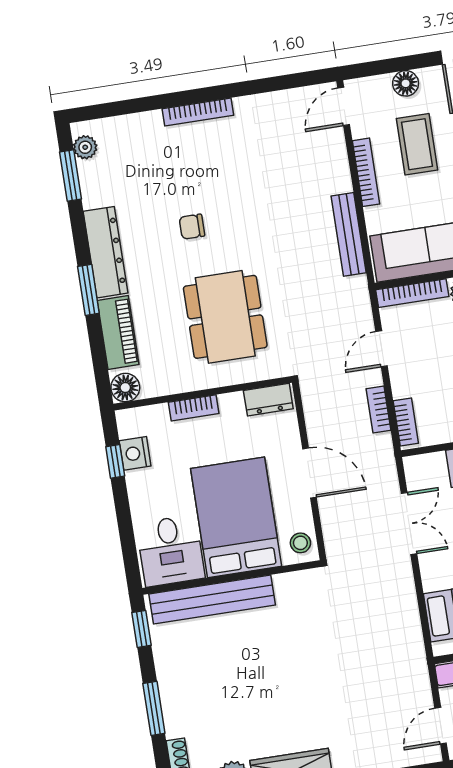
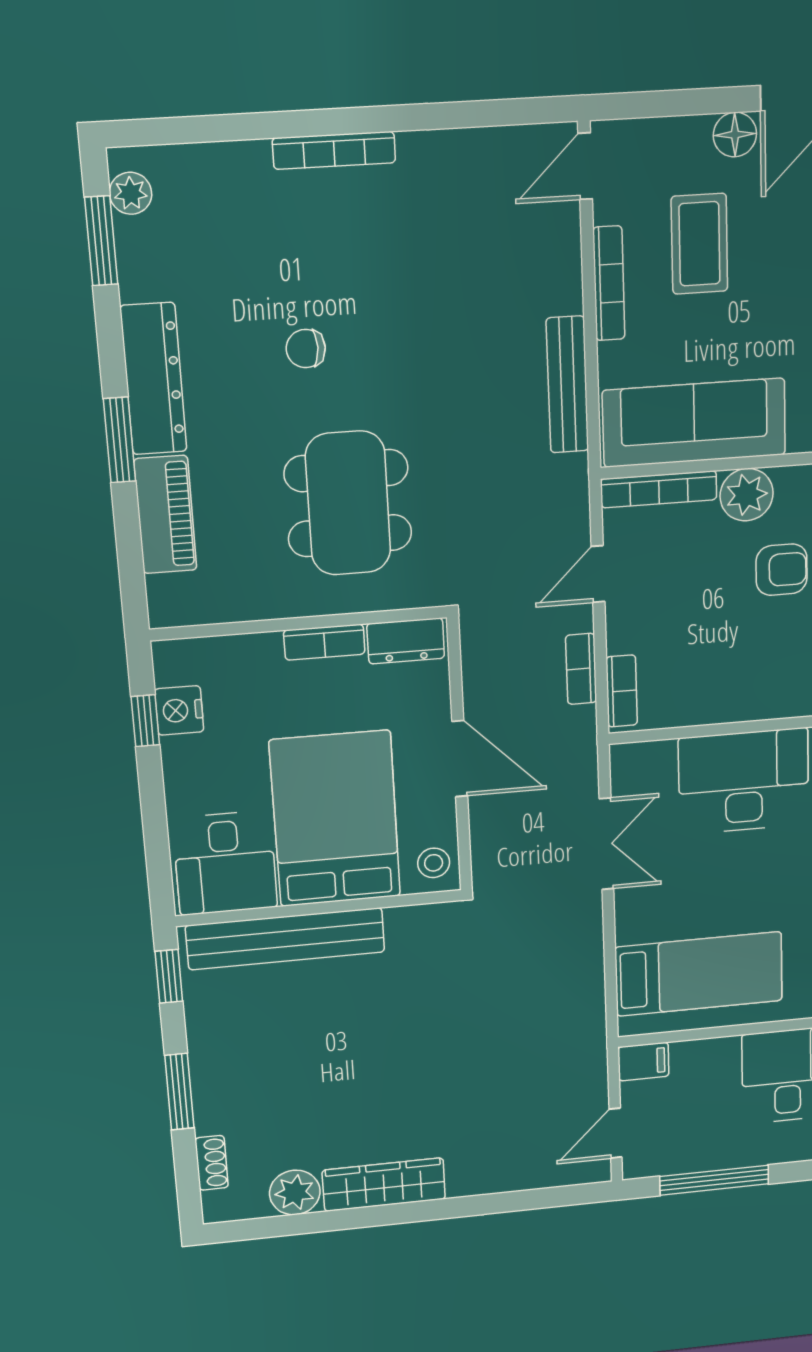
floor lamp: (406, 83) -> (735, 135), moved
floor lamp: (125, 388) -> (171, 605), removed
bookcase: (194, 408) -> (324, 642), moved

